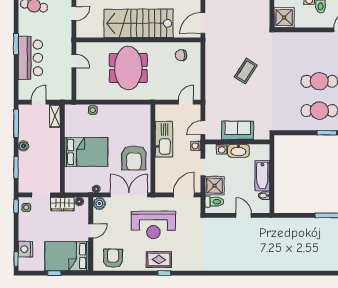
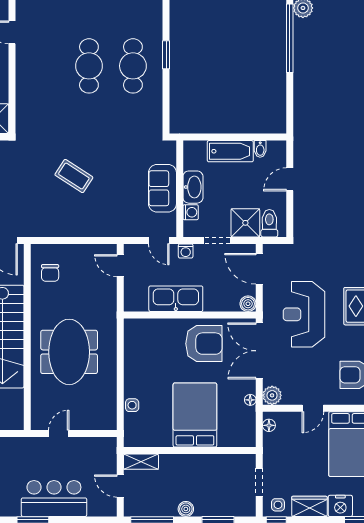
meeting table: (128, 68) -> (69, 352), turned 90
boiler: (161, 187) -> (248, 304), added
wardrobe: (62, 204) -> (309, 506), moved, turned -90
reception desk: (153, 225) -> (304, 314), turned 180
door: (91, 231) -> (313, 408), swing flipped

